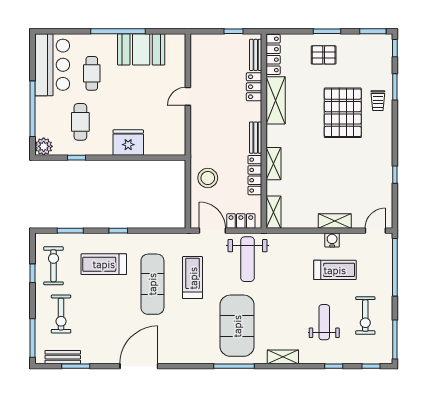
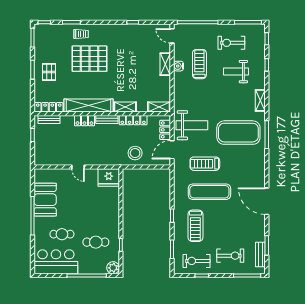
locker: (254, 87) -> (85, 121), moved
shelving: (276, 100) -> (89, 105), width x1.47
fridge: (128, 143) -> (109, 178), moved, turned -90
exercise bike: (365, 316) -> (231, 43), turned 180

